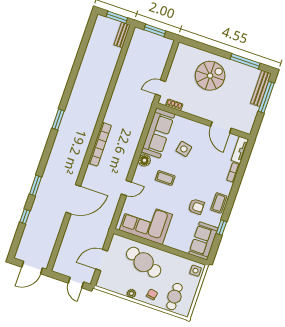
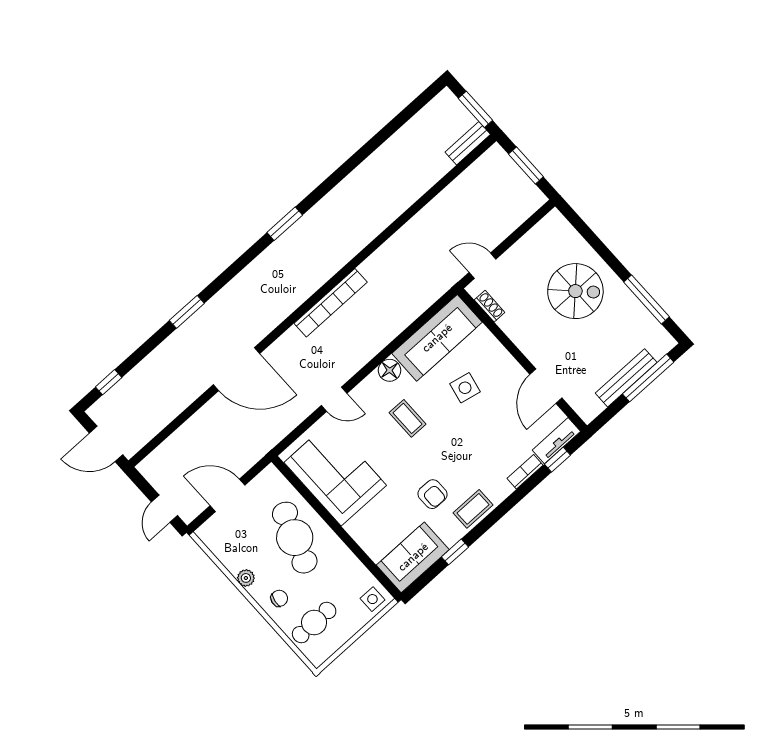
bench: (261, 88) -> (626, 378), moved
window: (245, 158) -> (557, 460), added
window: (25, 216) -> (109, 382), moved

